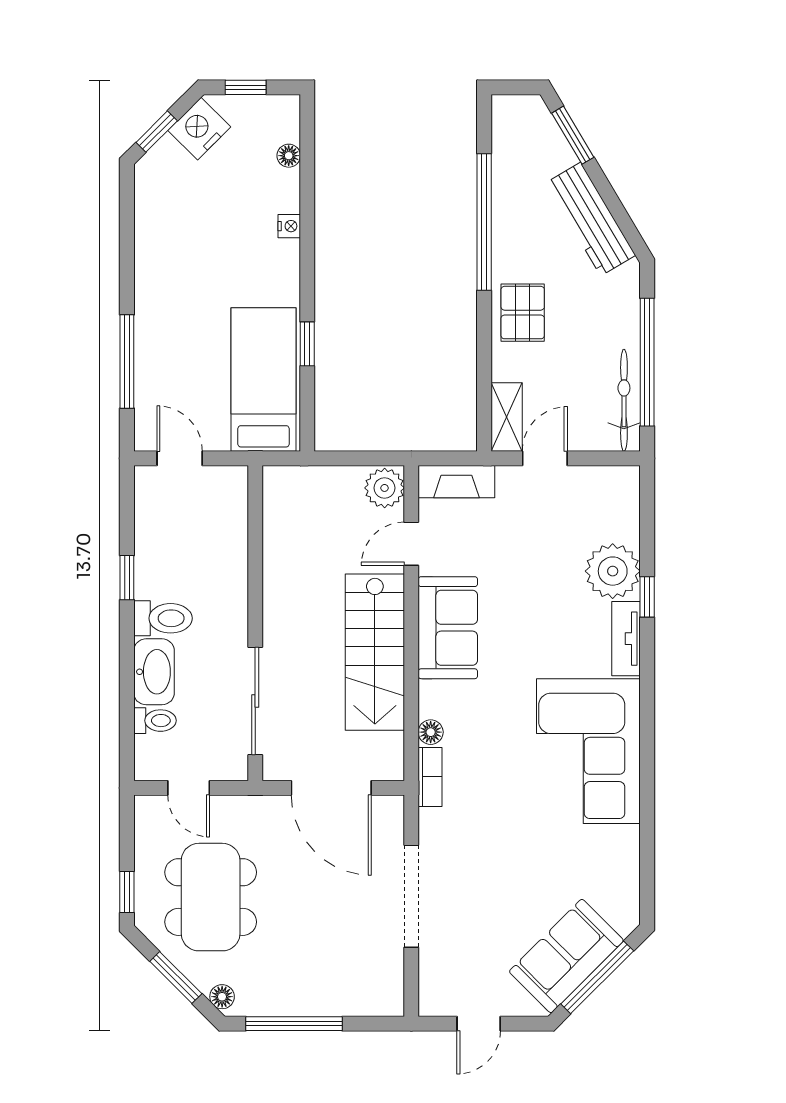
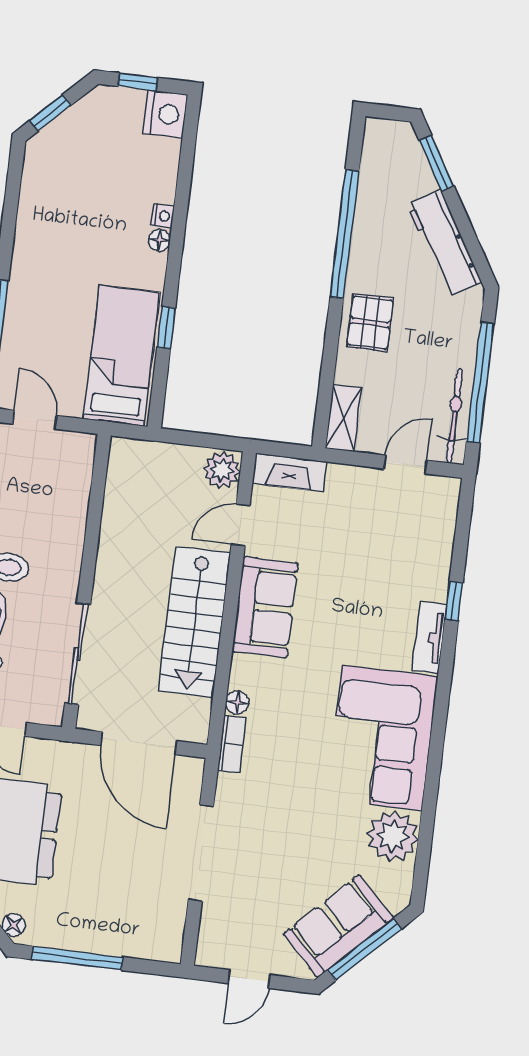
nightstand: (199, 129) -> (166, 114), moved, turned 135
floor lamp: (289, 156) -> (159, 240), moved
door: (545, 458) -> (405, 465), moved
plant: (613, 571) -> (393, 836), moved

